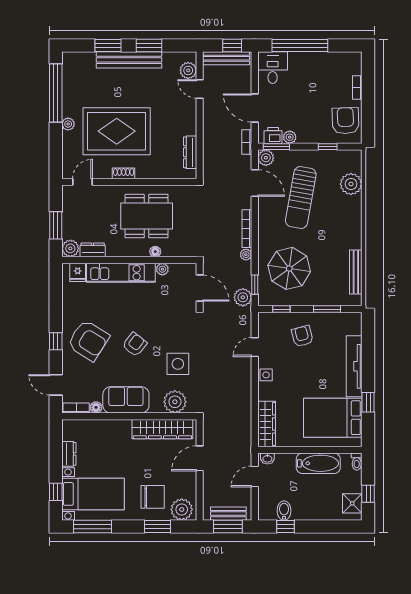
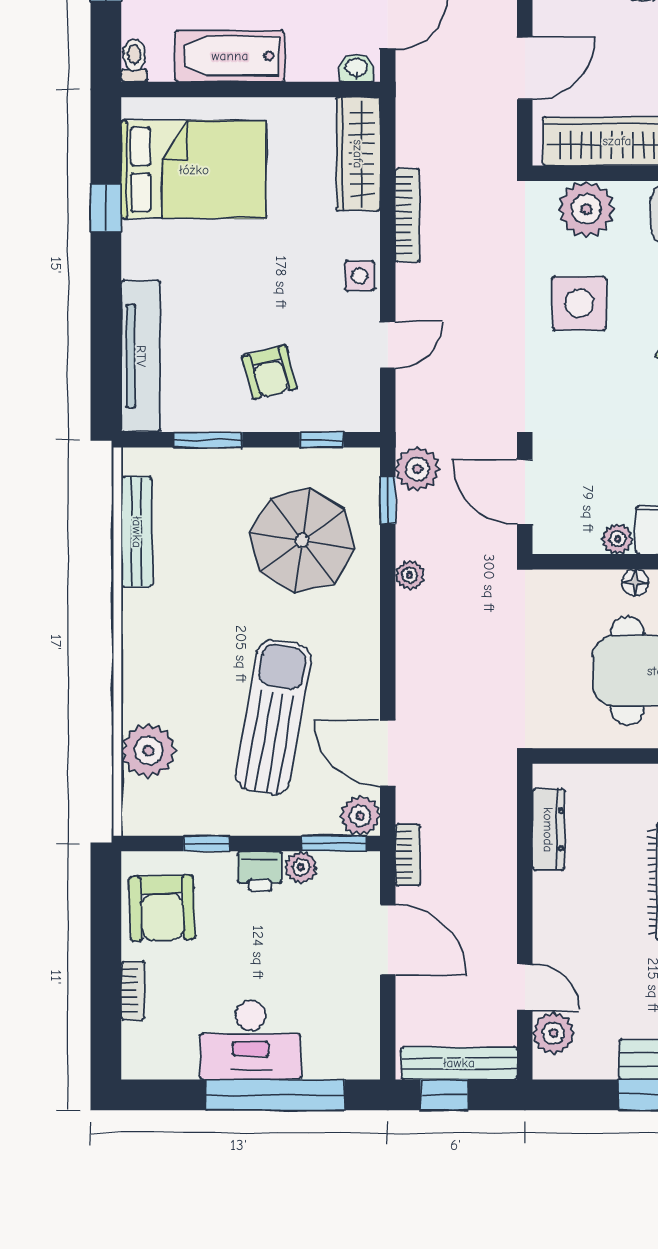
desk: (273, 68) -> (251, 1040), moved, width x1.37
printer: (273, 136) -> (260, 871), moved
bookcase: (247, 229) -> (407, 215), moved
tv unit: (354, 366) -> (141, 356), moved

